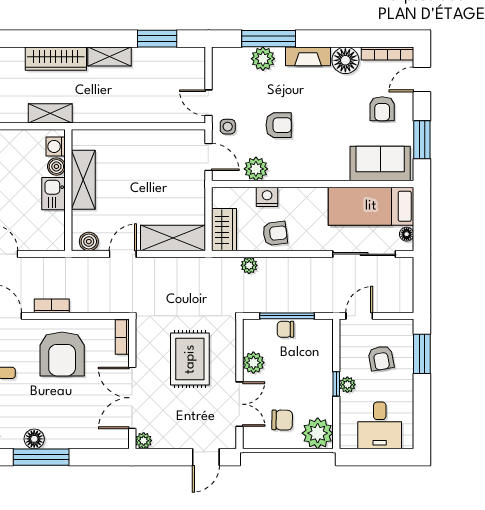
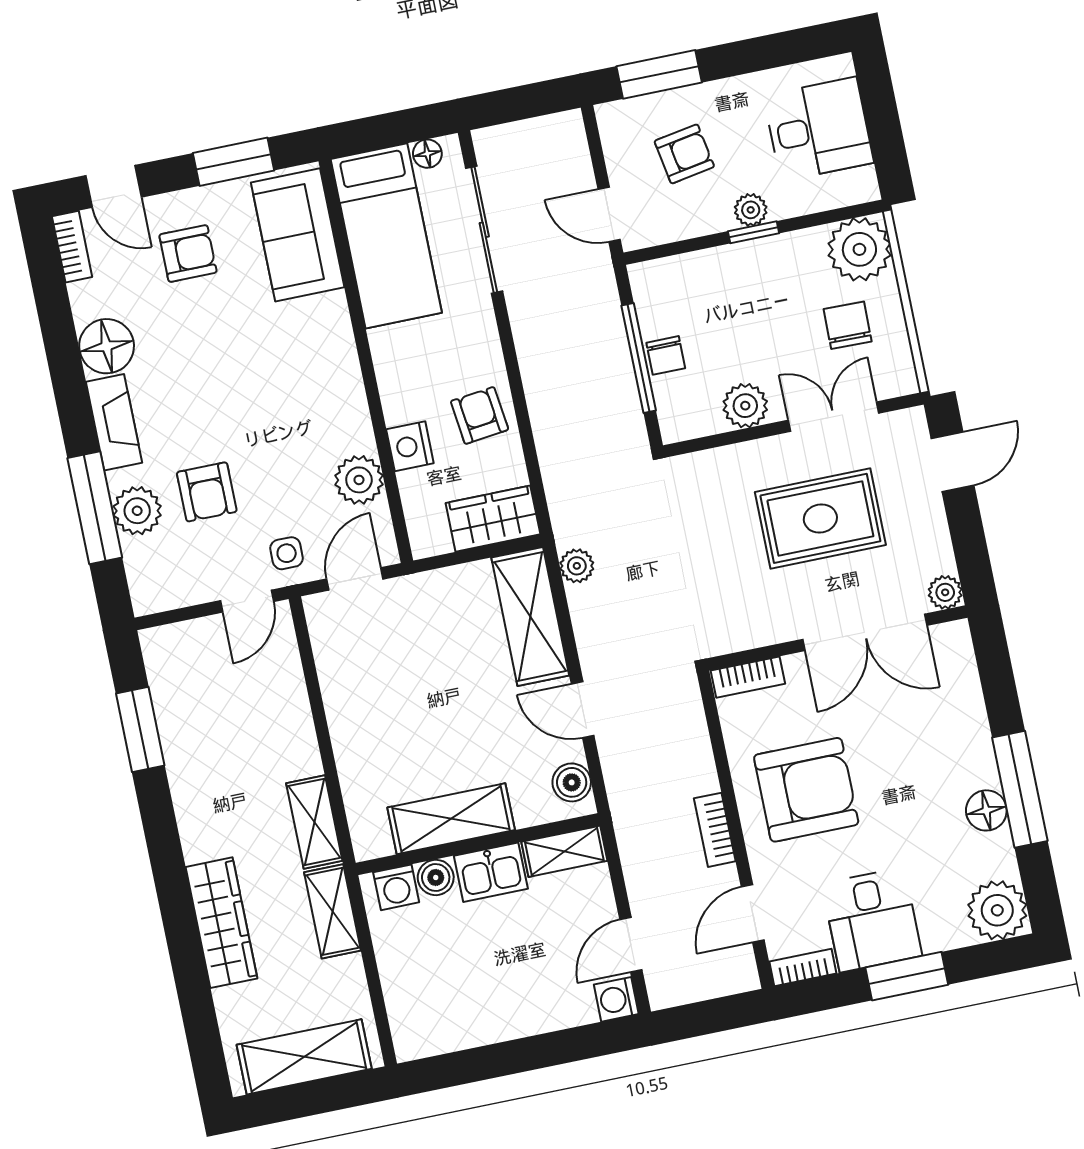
bookcase: (388, 54) -> (72, 247), width x0.64
shelving: (110, 57) -> (314, 822), moved
armchair: (279, 125) -> (207, 492), moved, turned 180
shelving: (56, 231) -> (564, 851), added
plant: (249, 265) -> (577, 566), moved
rug: (190, 359) -> (820, 518), moved
door: (206, 457) -> (953, 462), hinge flipped

